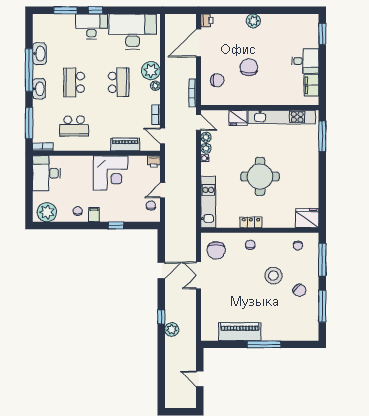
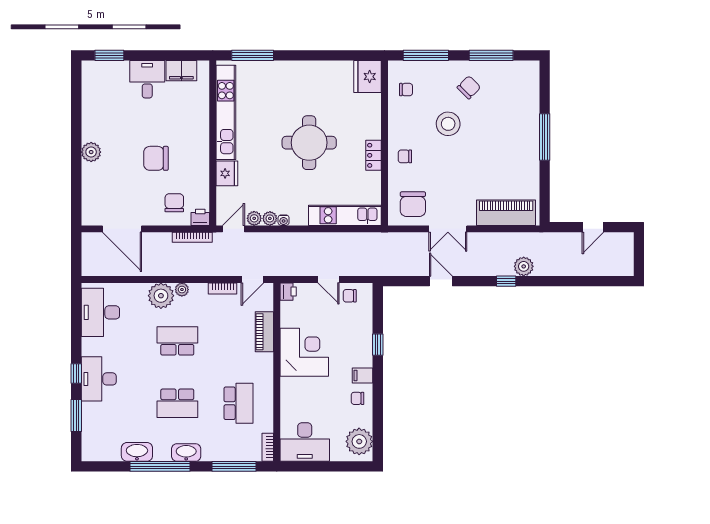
printer: (207, 20) -> (200, 217), moved
desk: (133, 32) -> (100, 312), width x0.73, depth x0.77
chair: (216, 250) -> (413, 204), turned 90
piano: (240, 332) -> (506, 213), moved, turned 90

